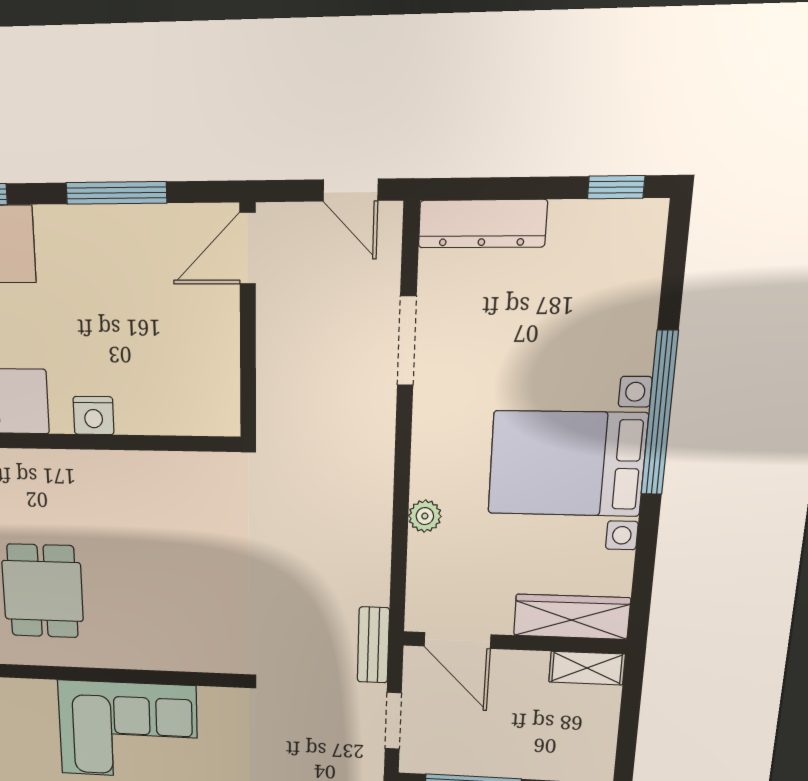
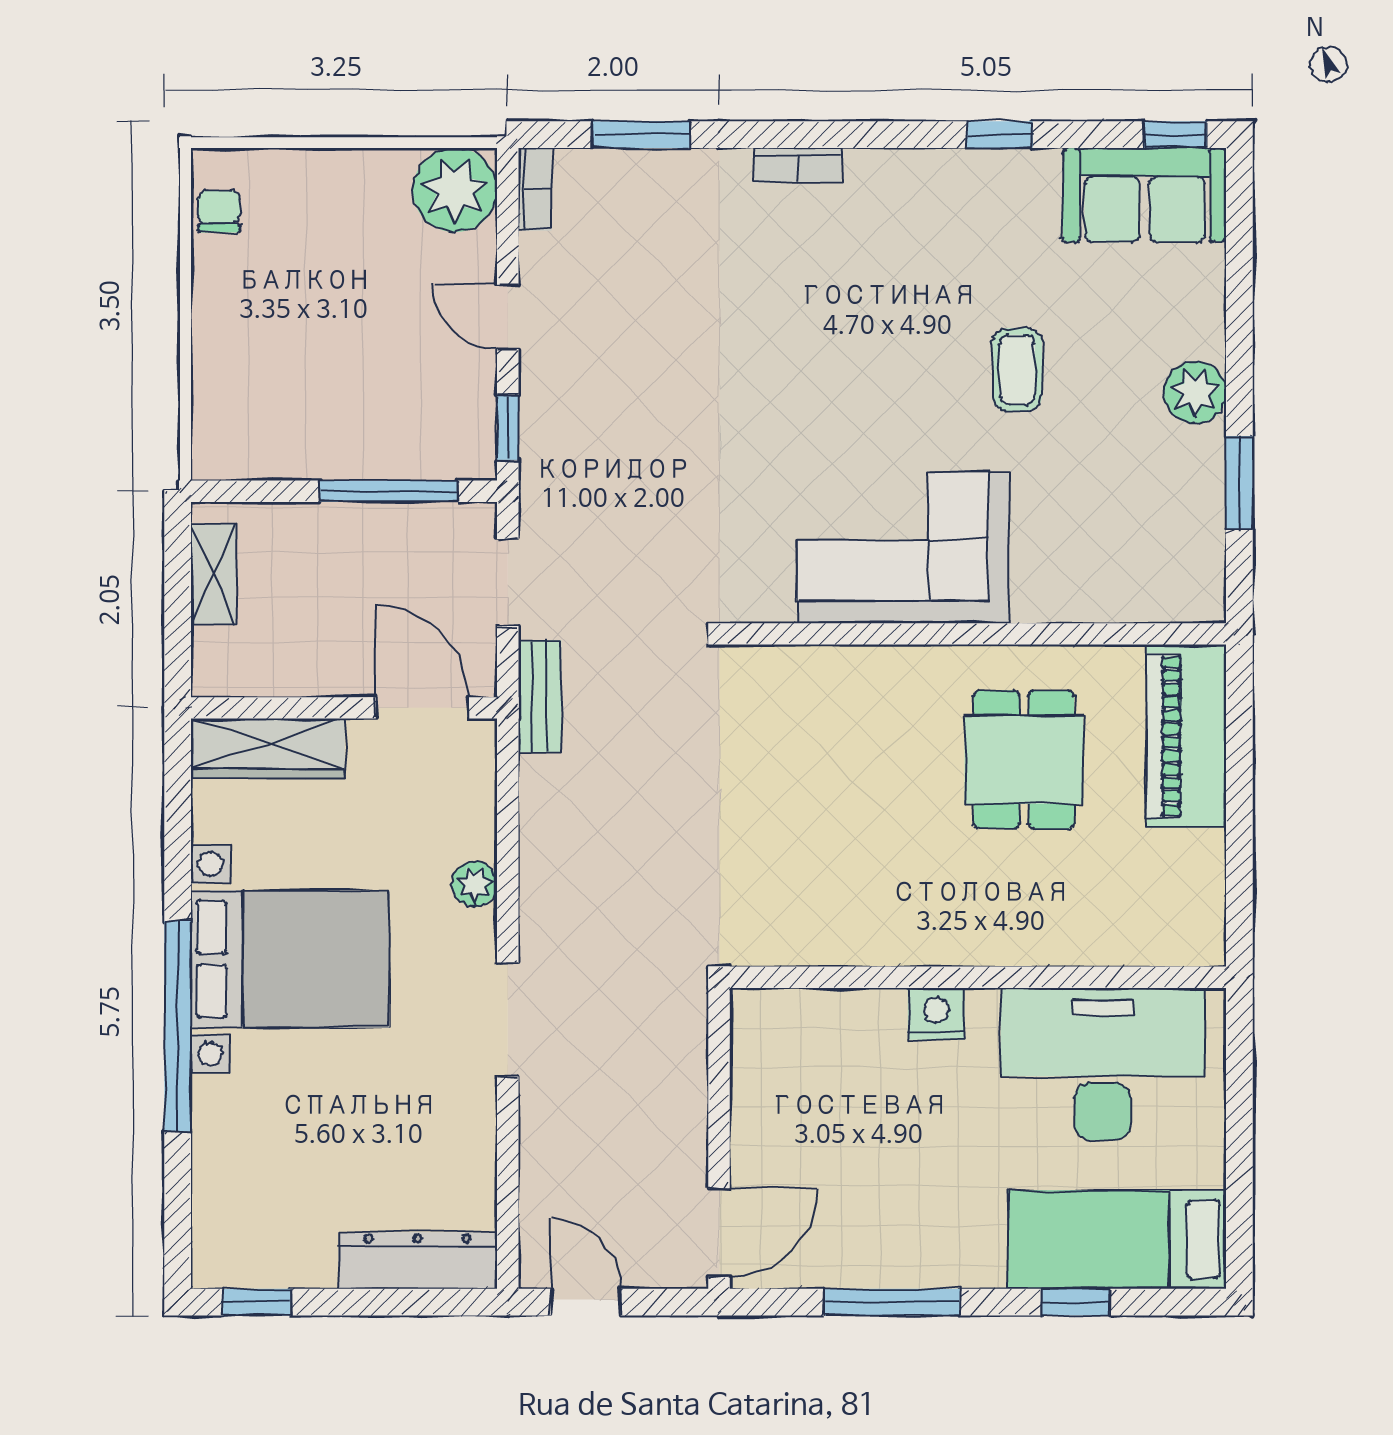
doorway: (407, 341) -> (508, 1020), moved
shelving: (587, 668) -> (213, 574), moved, turned 90

